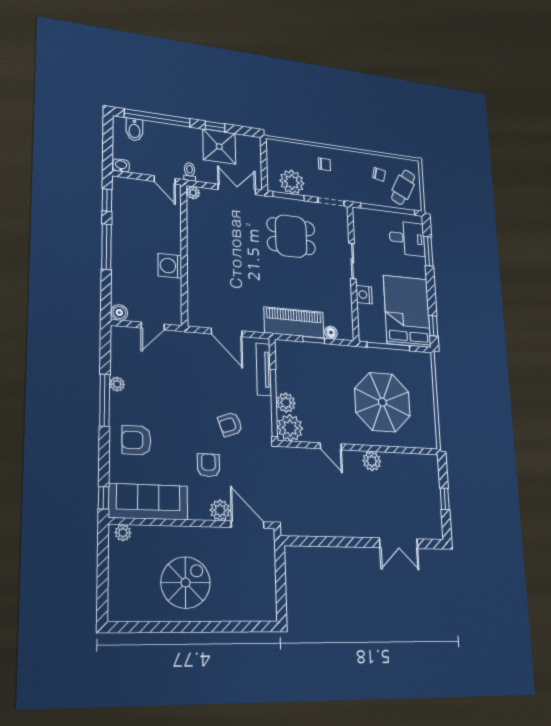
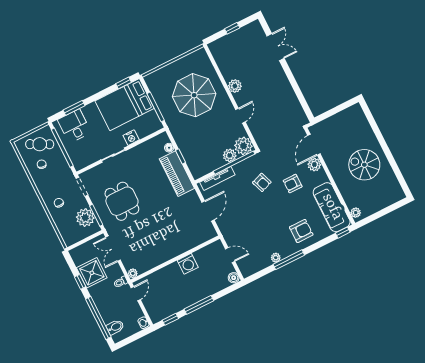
armchair: (136, 440) -> (301, 231), turned -90

